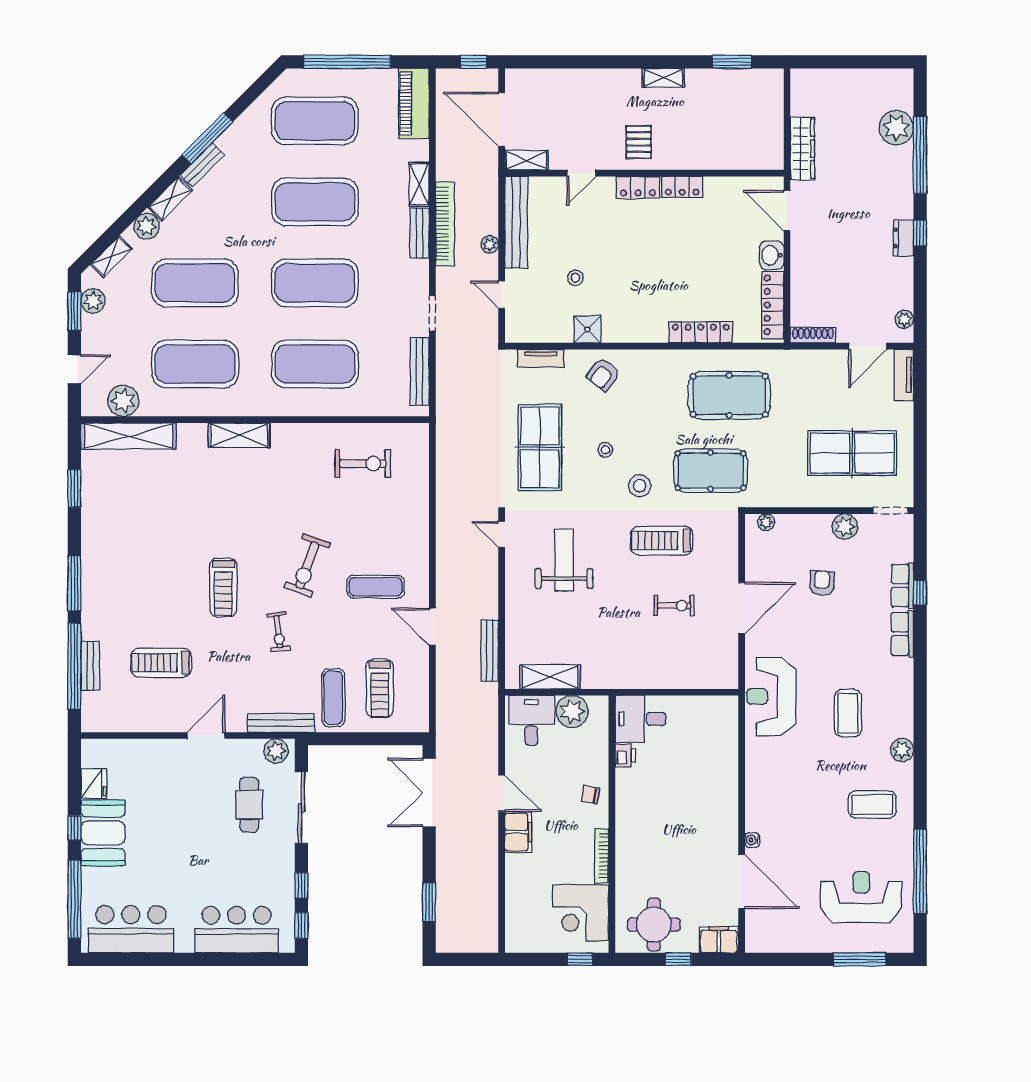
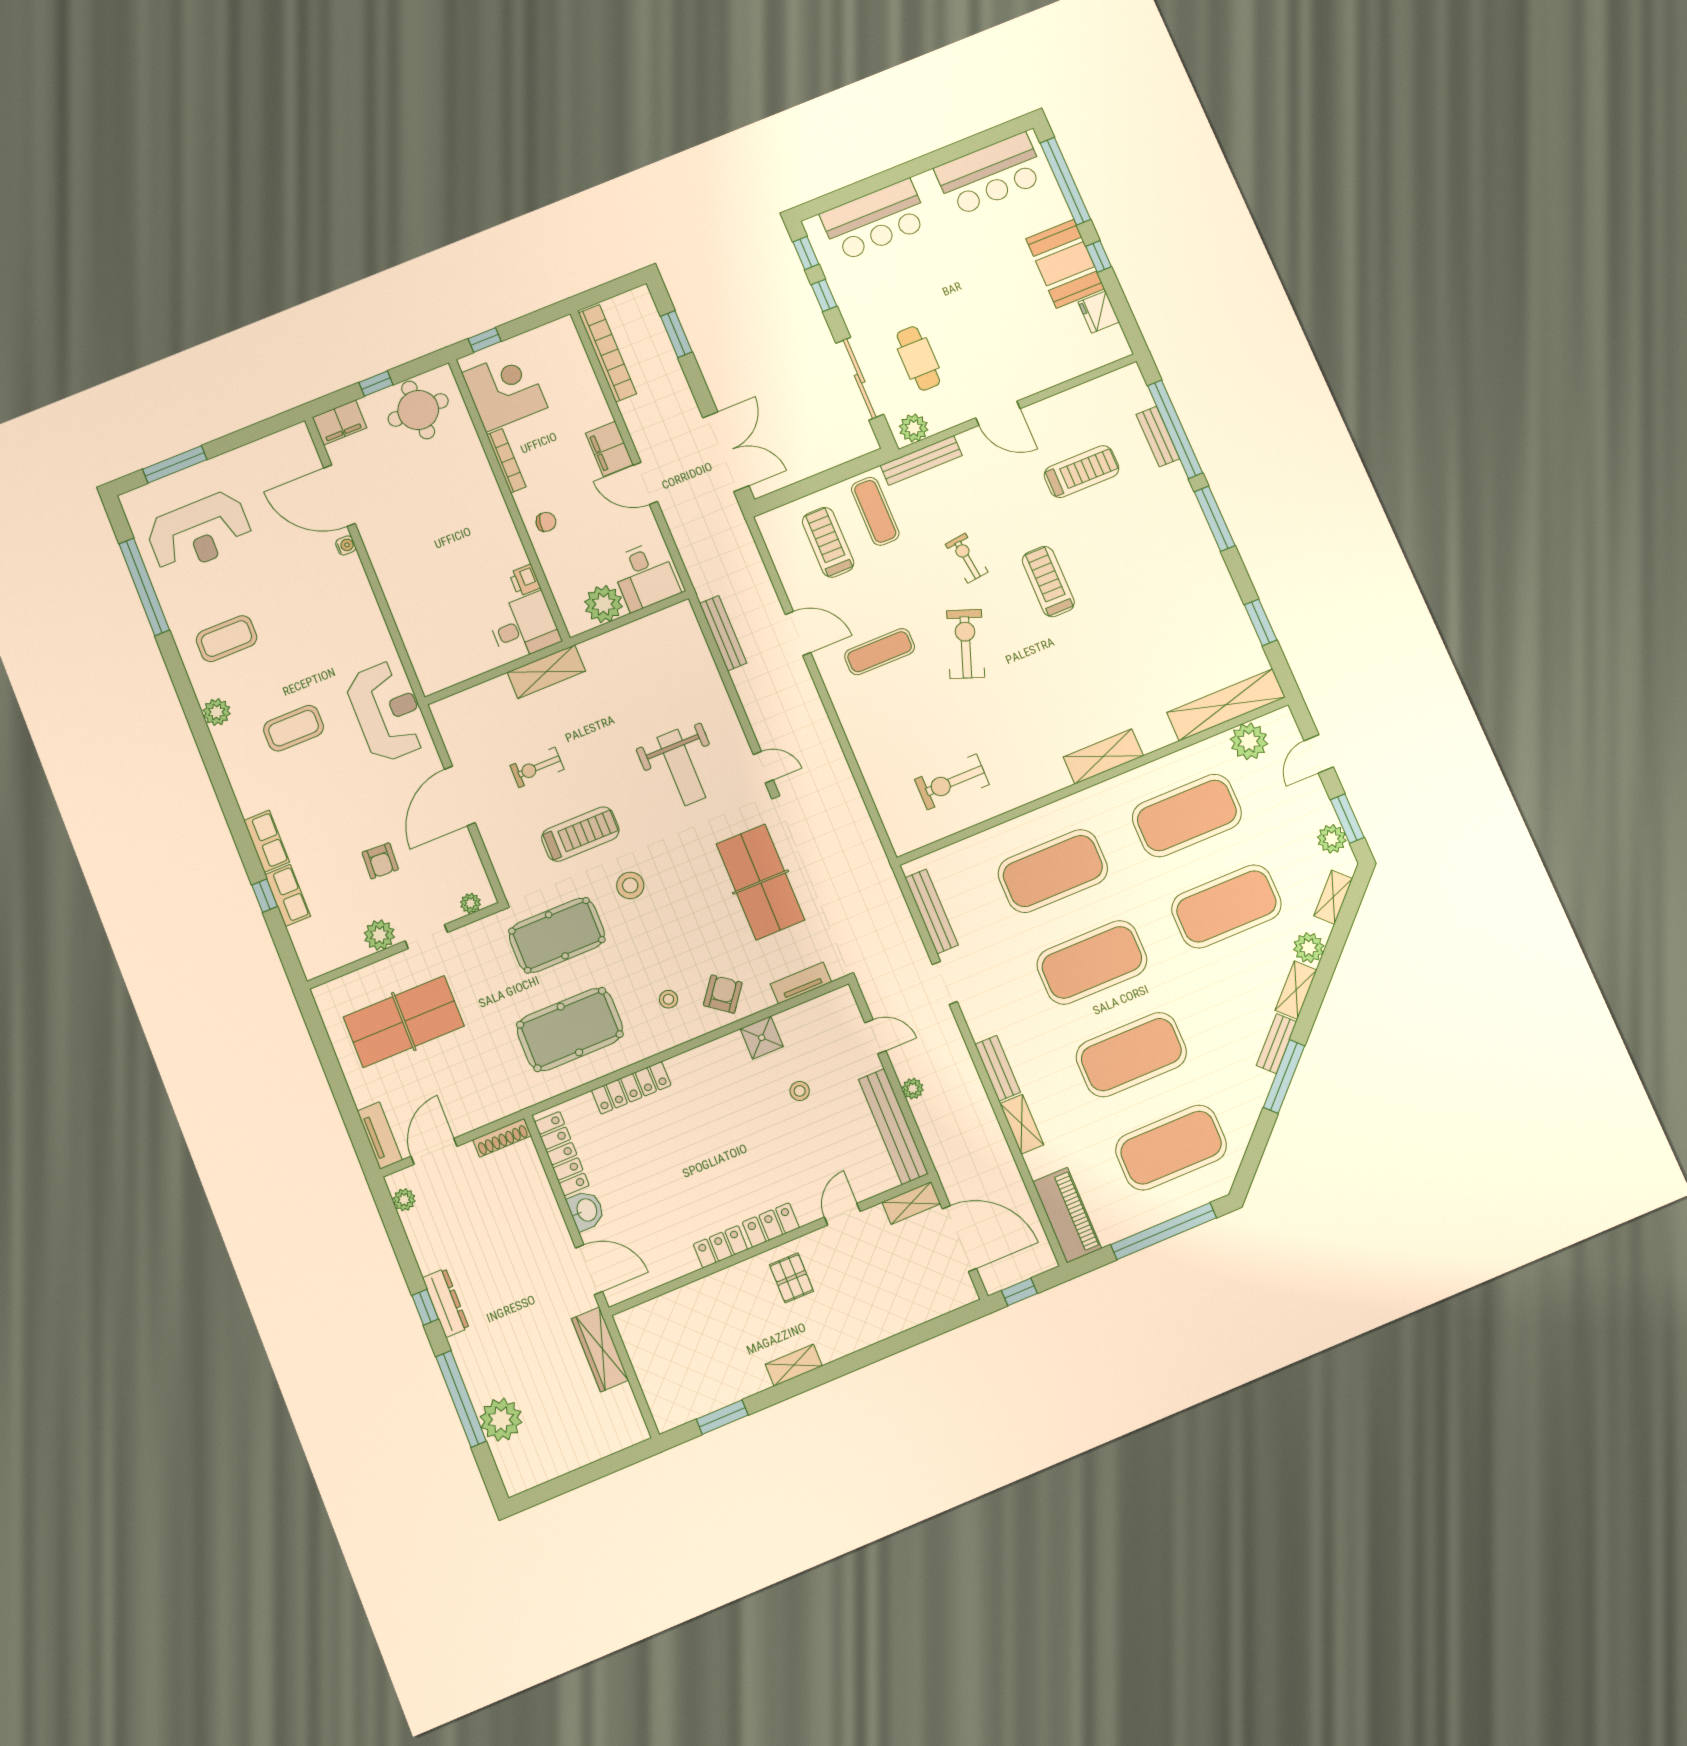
bookcase: (445, 224) -> (608, 353), moved, turned 180
dresser: (903, 238) -> (446, 1303), width x1.44
stool: (605, 450) -> (668, 999), moved
doorway: (890, 511) -> (426, 937), moved
shelving: (550, 677) -> (546, 672), moved
coffee table: (848, 713) -> (294, 728), turned 90
door: (206, 735) -> (998, 413), hinge flipped

